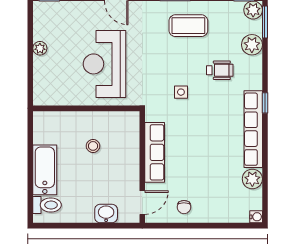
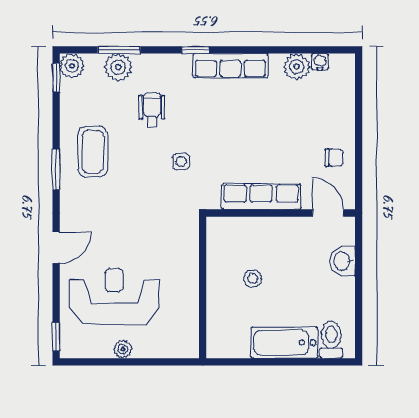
window: (265, 22) -> (119, 50), moved
reception desk: (104, 64) -> (114, 296), moved, turned 180
row of seats: (253, 129) -> (230, 66), width x0.73
water cooler: (256, 217) -> (320, 62), moved

